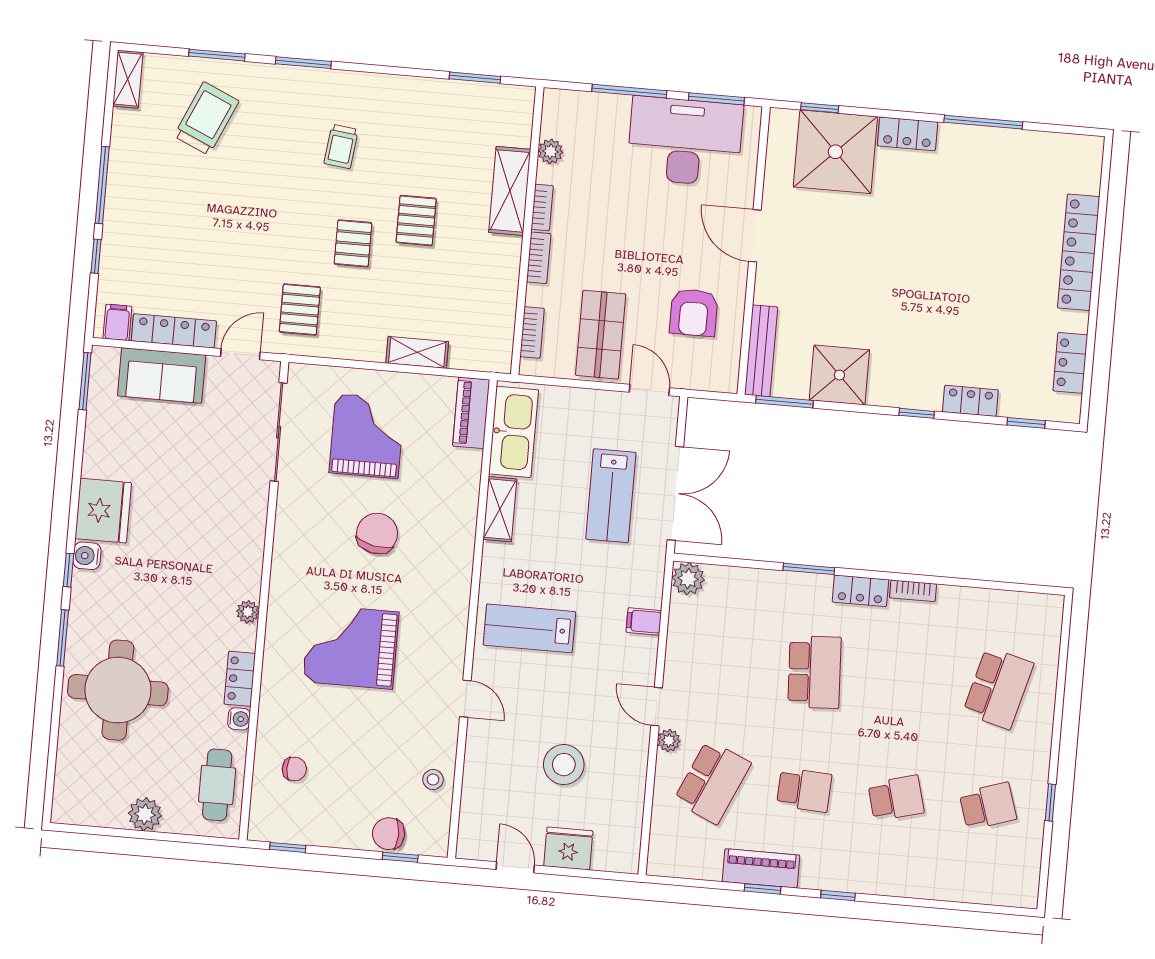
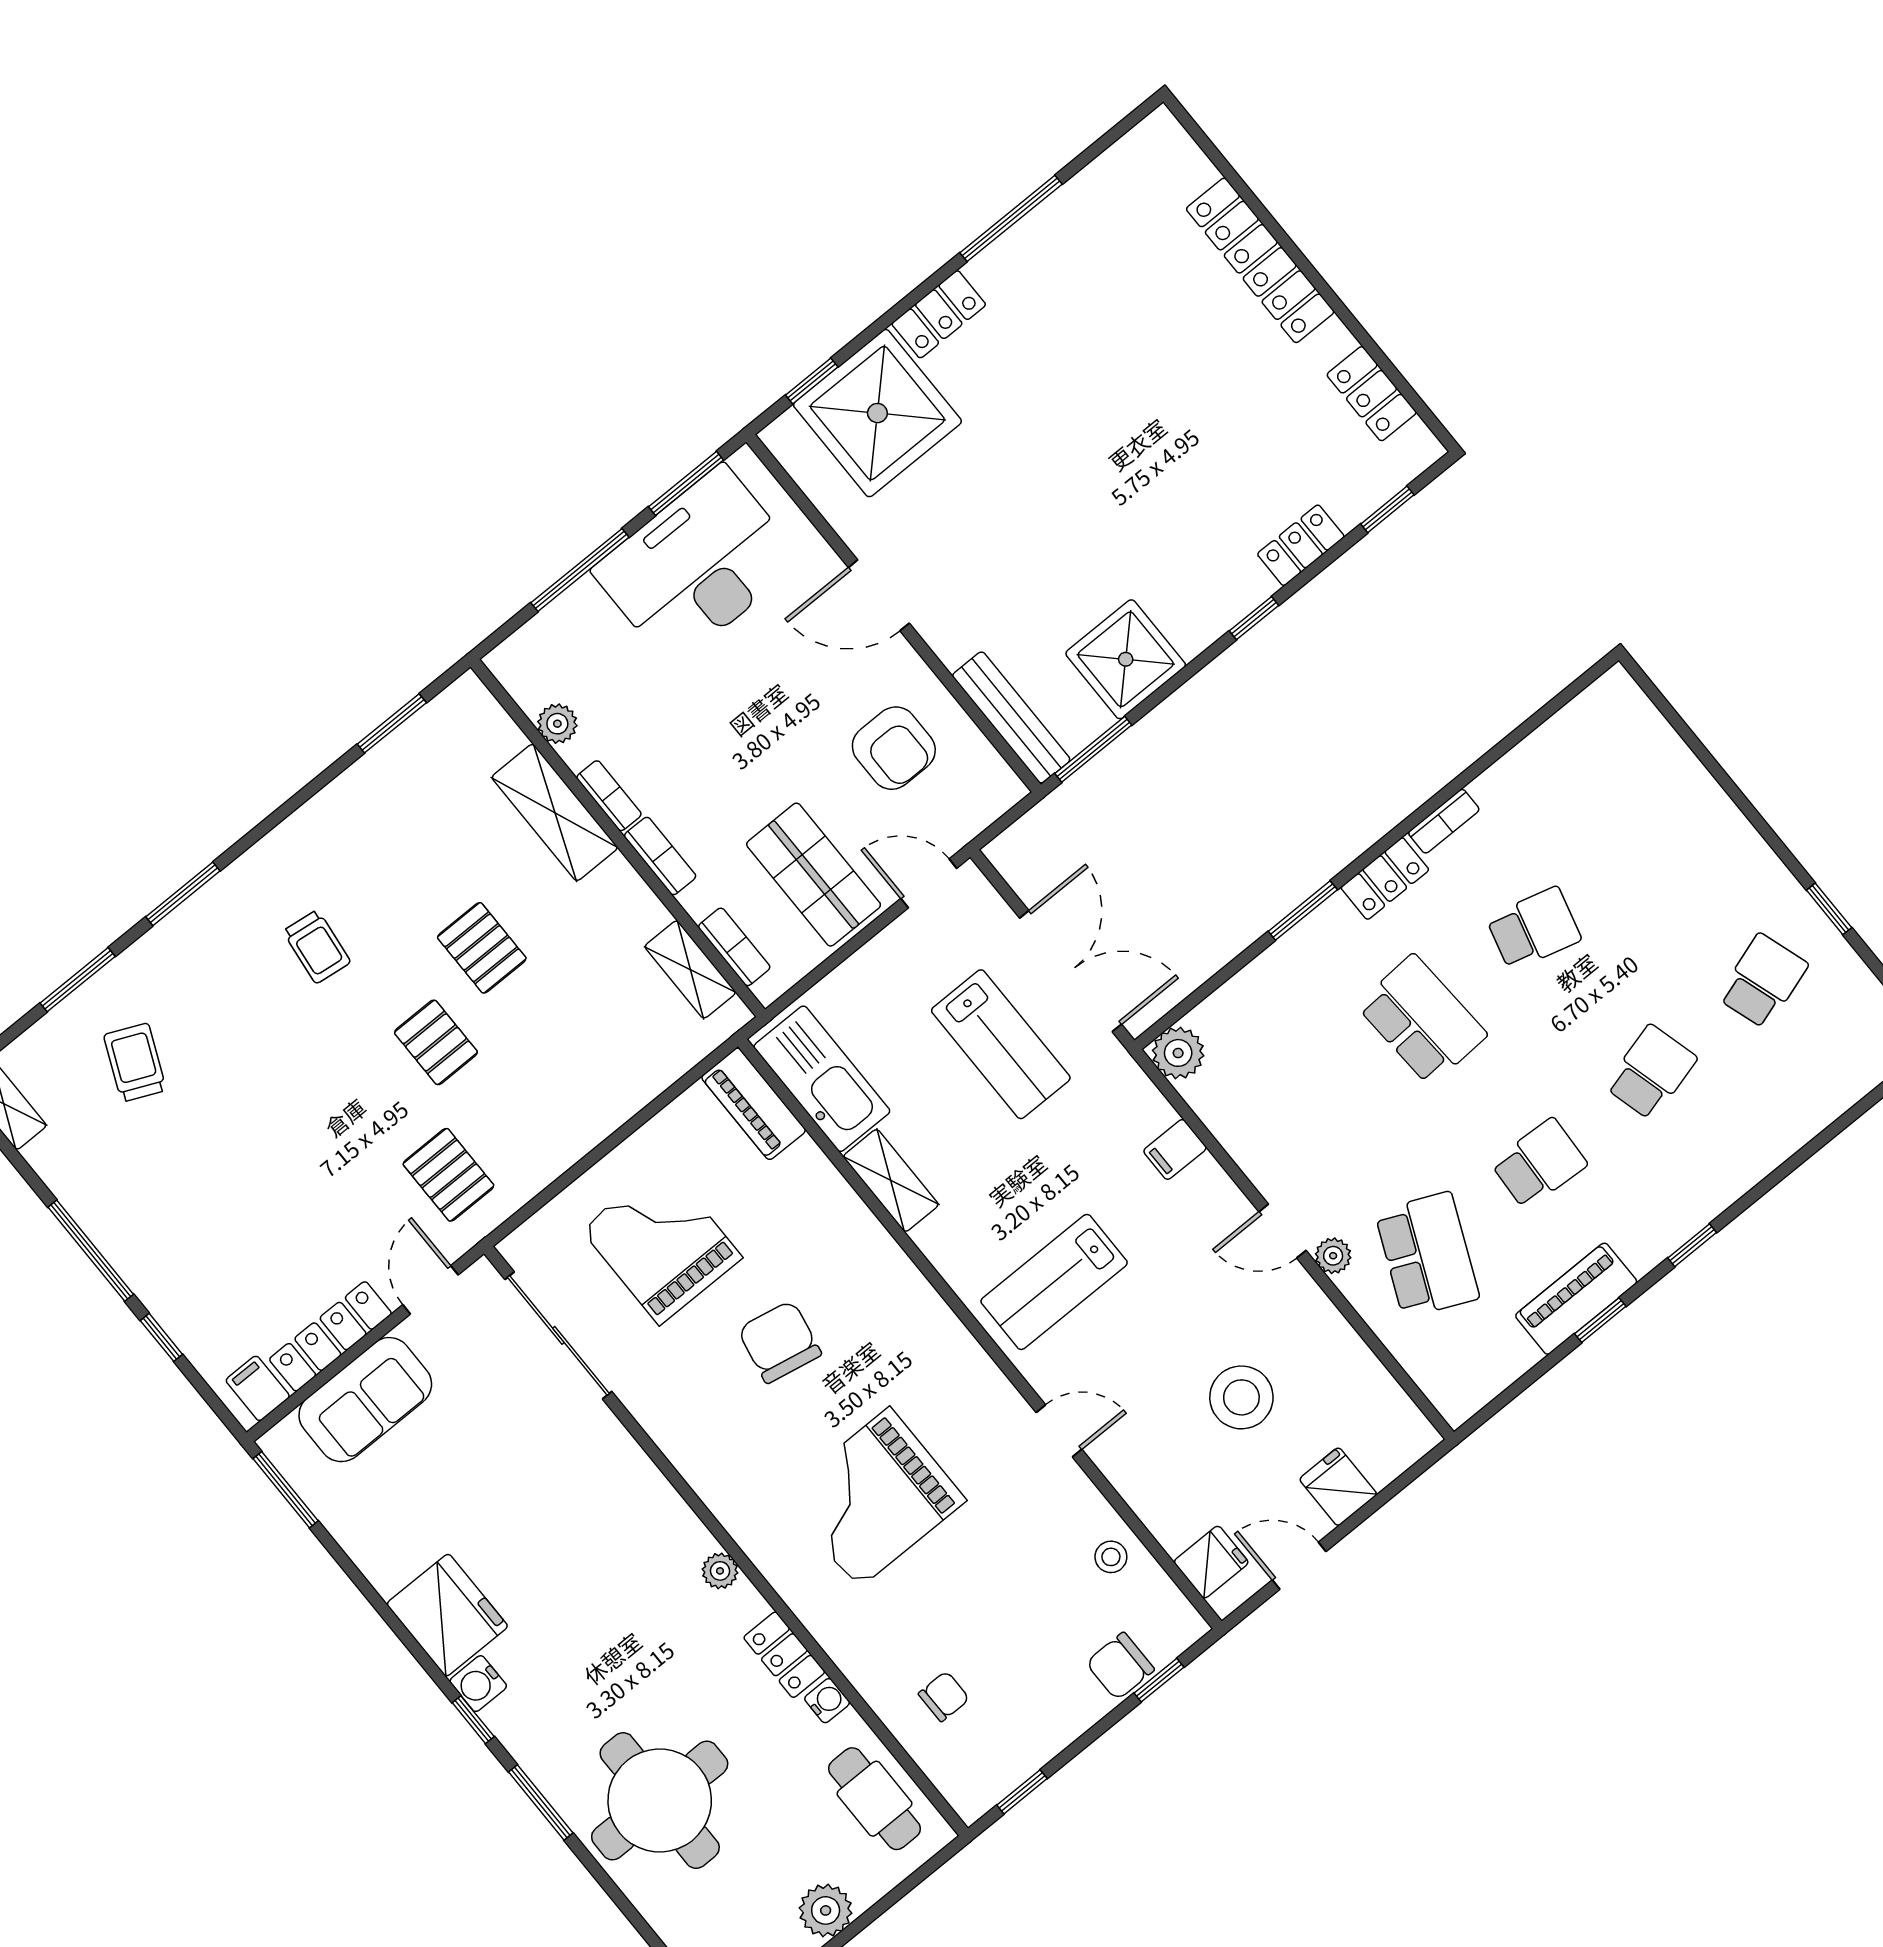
trolley: (206, 119) -> (135, 1063), width x0.73, depth x0.72
shelving: (417, 352) -> (690, 970), moved, turned 90
school desk: (998, 688) -> (1534, 929), moved, width x0.54
fridge: (477, 826) -> (1211, 1562), added
fridge: (568, 849) -> (1338, 1487), width x0.72

